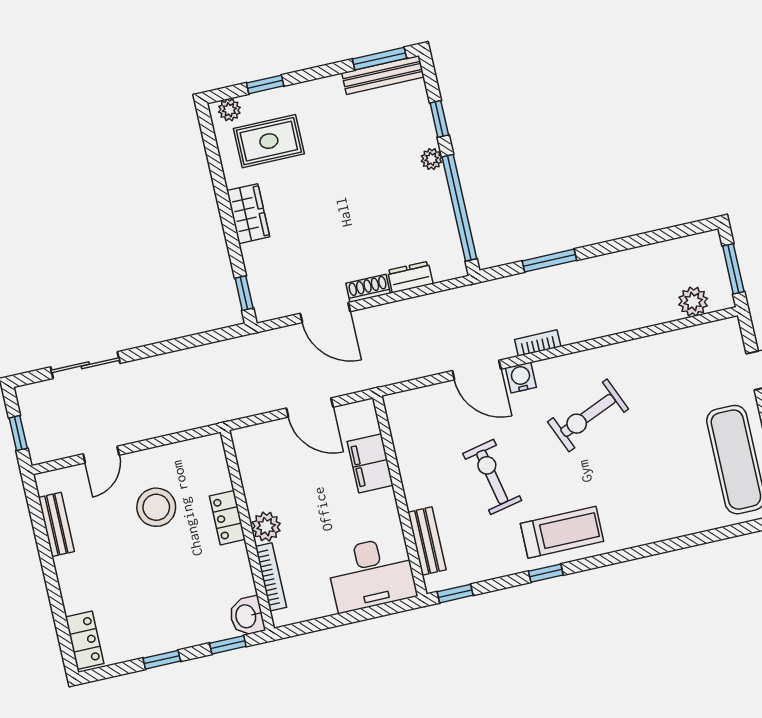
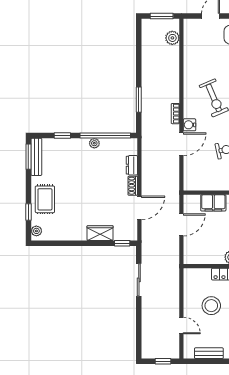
rug: (269, 141) -> (45, 199), moved
plant: (432, 159) -> (94, 143), moved
wardrobe: (248, 214) -> (100, 233), moved
sliding door: (85, 365) -> (139, 280), moved

